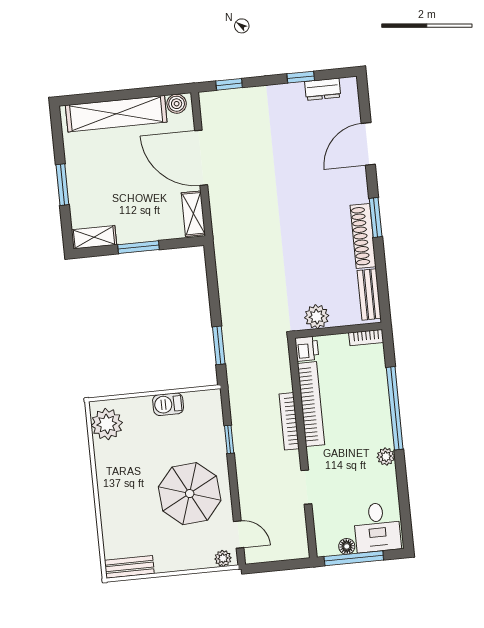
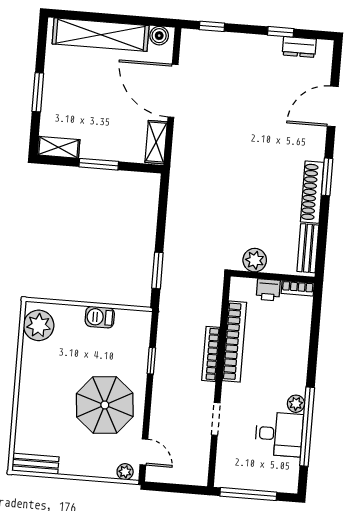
printer: (307, 349) -> (268, 290), moved, turned 90
window: (395, 408) -> (307, 427), moved
desk: (377, 527) -> (279, 434), moved, turned -90
floor lamp: (347, 546) -> (244, 482), removed

